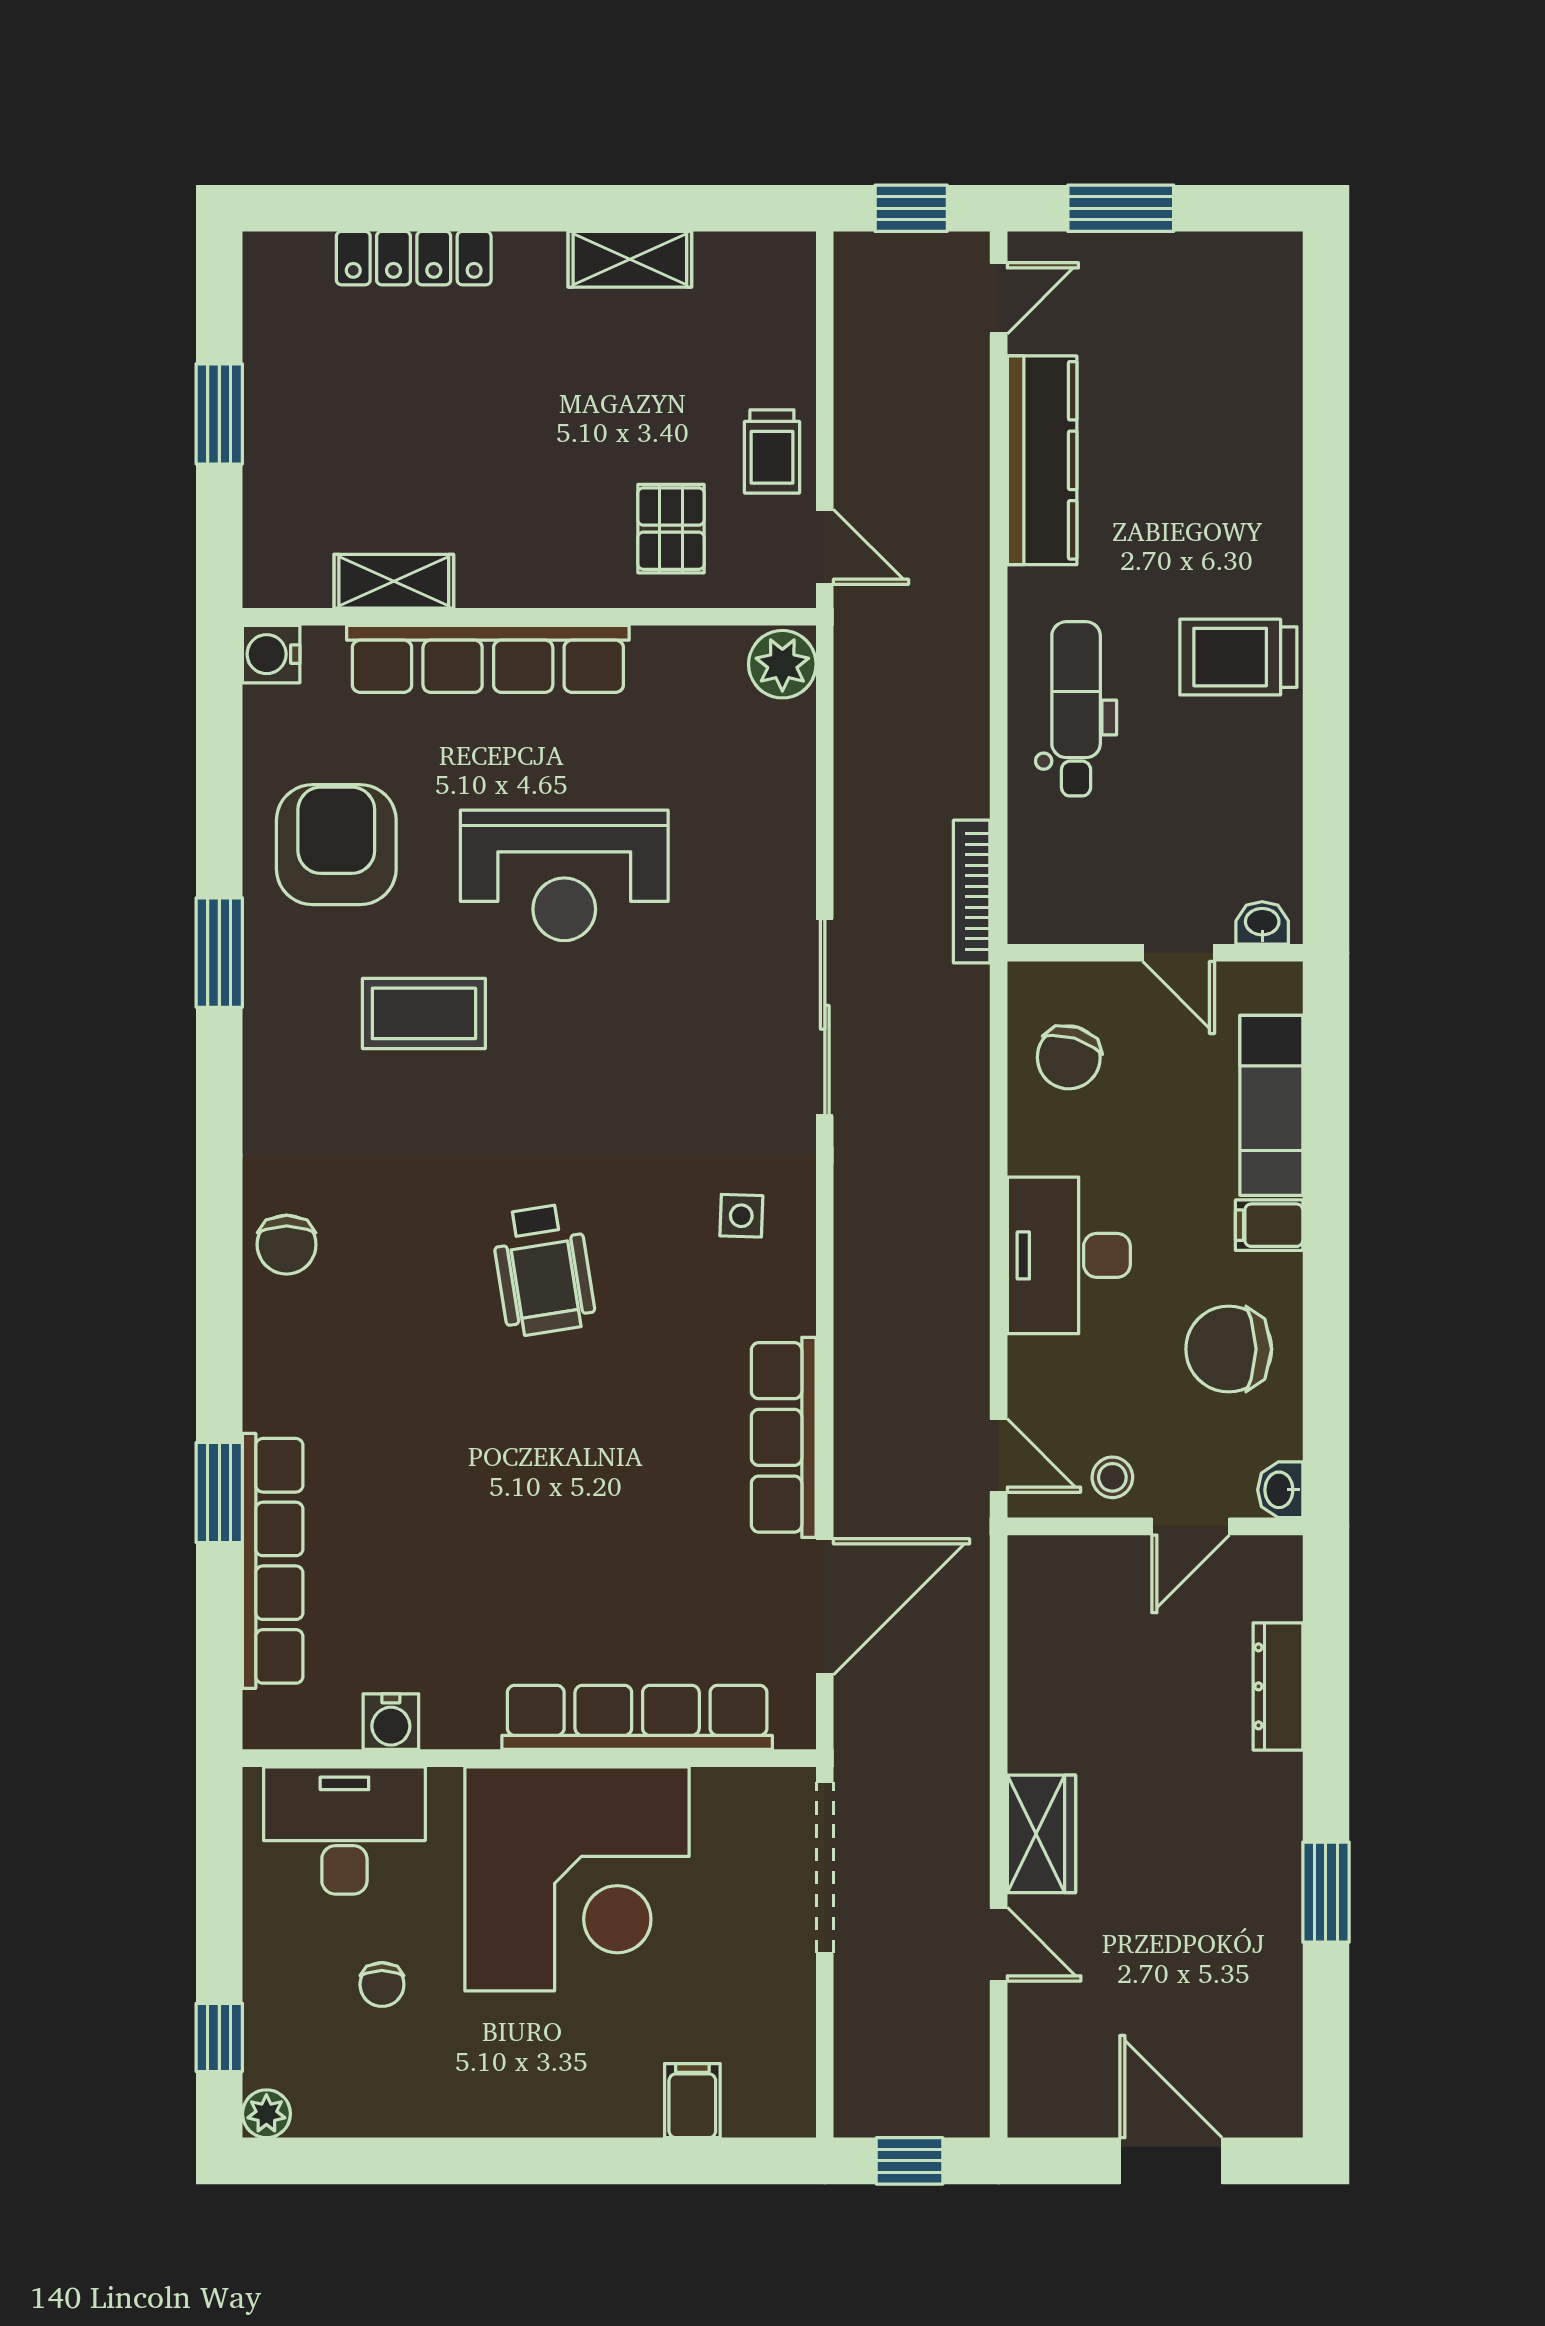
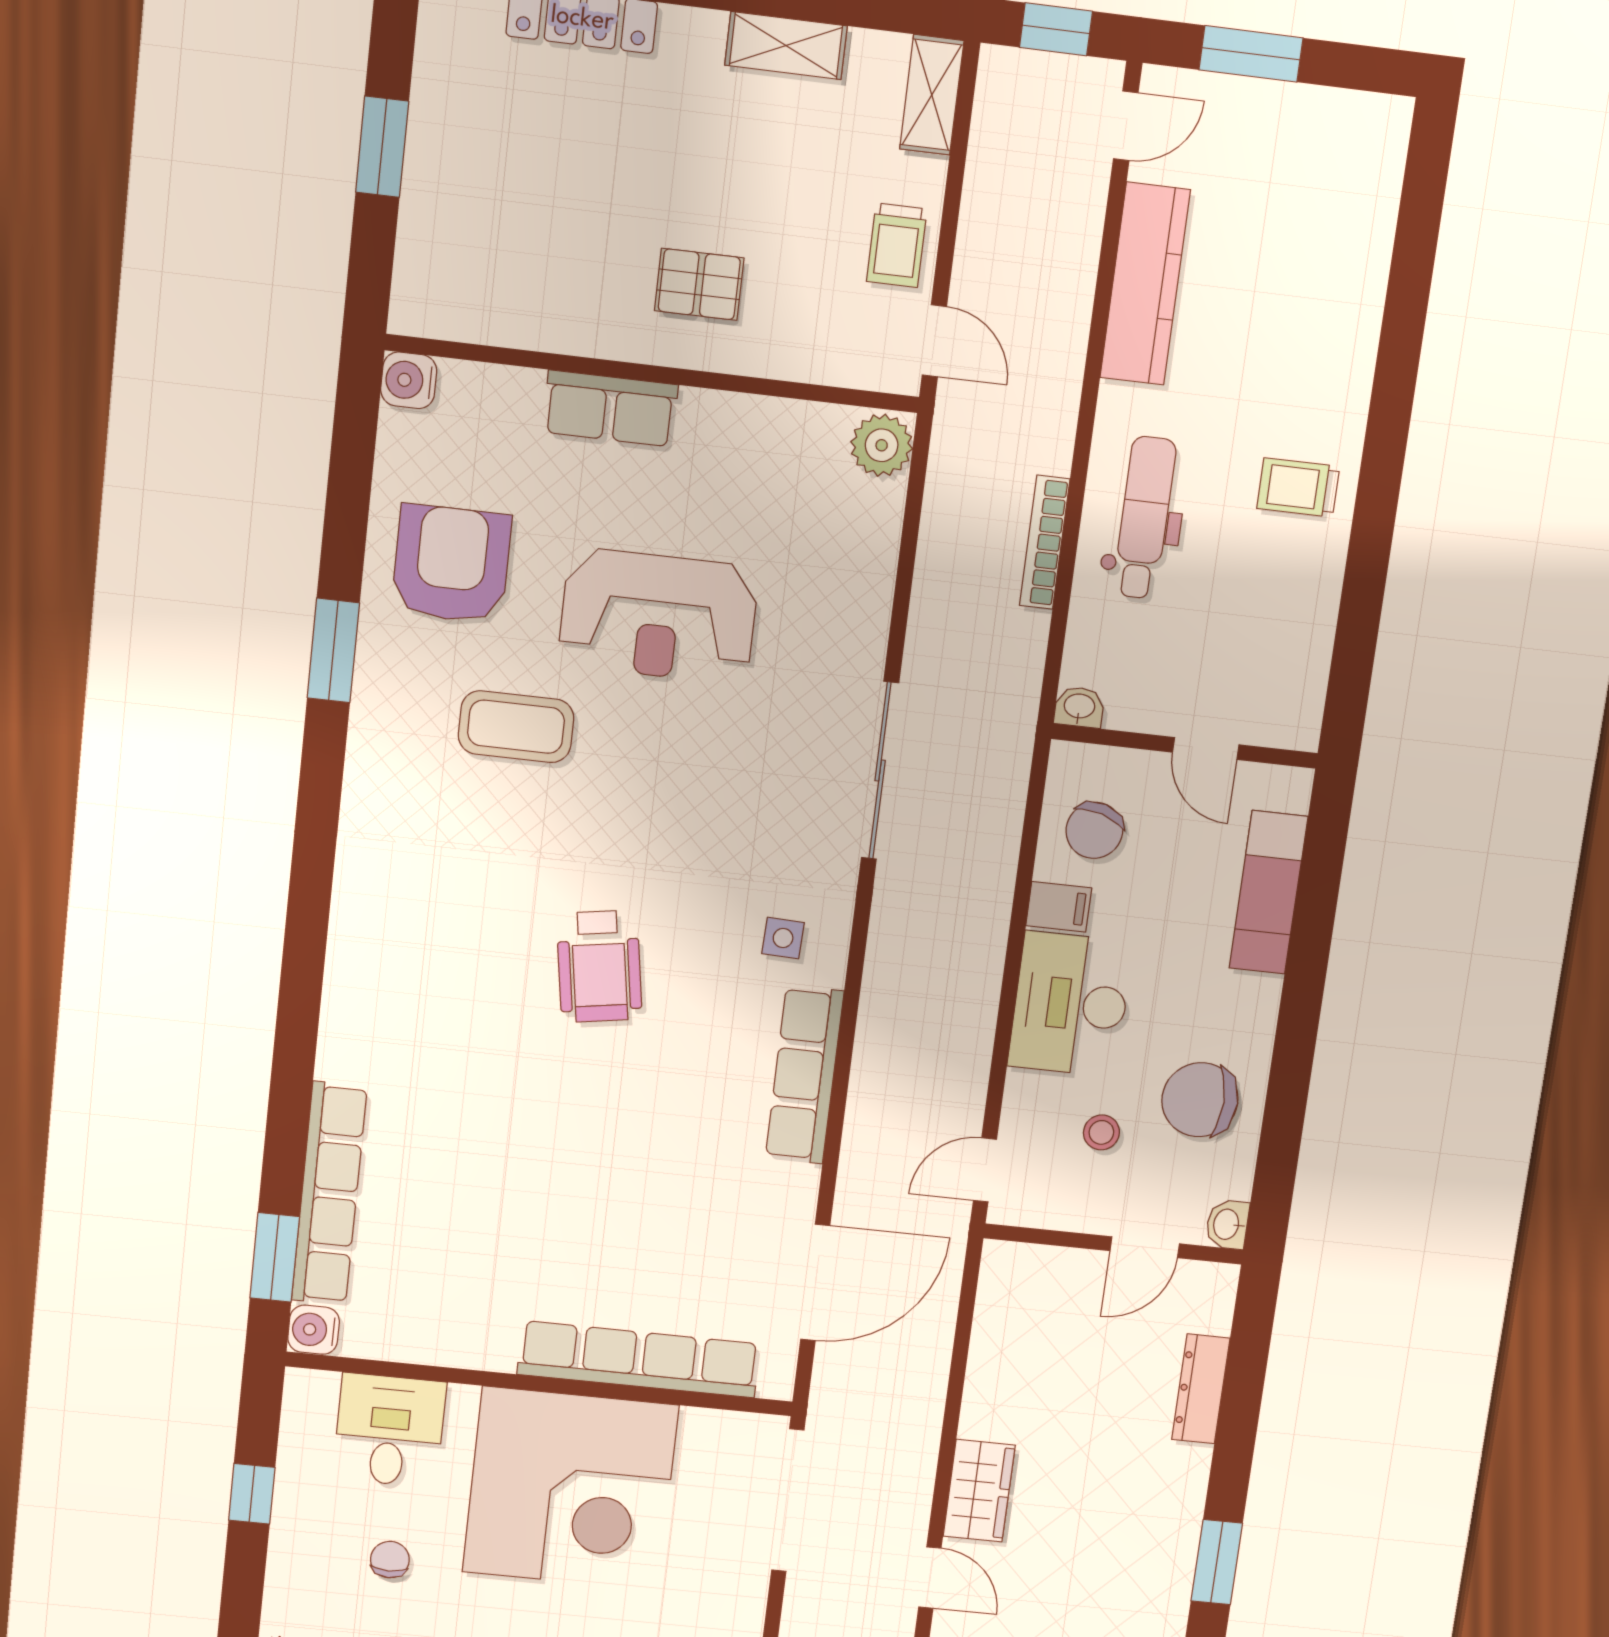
pallet: (671, 529) -> (699, 284), moved, turned 90
shelving: (394, 581) -> (932, 95), moved, turned 90
trolley: (1238, 657) -> (1298, 487), width x0.73, depth x0.72
row of seats: (488, 659) -> (610, 408), width x0.50
bookcase: (972, 892) -> (1045, 542), moved
washbasin: (1262, 923) -> (1079, 707), moved
filing cabinet: (1269, 1225) -> (1059, 907), moved, turned 180
chair: (287, 1245) -> (369, 919), removed
row of seats: (784, 1437) -> (805, 1075), moved
door: (999, 1456) -> (985, 1170), swing flipped
stool: (1112, 1477) -> (1101, 1132), moved
window: (219, 1493) -> (275, 1257), moved
water cooler: (391, 1722) -> (314, 1330), moved, turned 90
desk: (344, 1830) -> (390, 1430), width x0.73
chair: (382, 1985) -> (390, 1560), turned 180
window: (219, 2037) -> (252, 1494), moved

